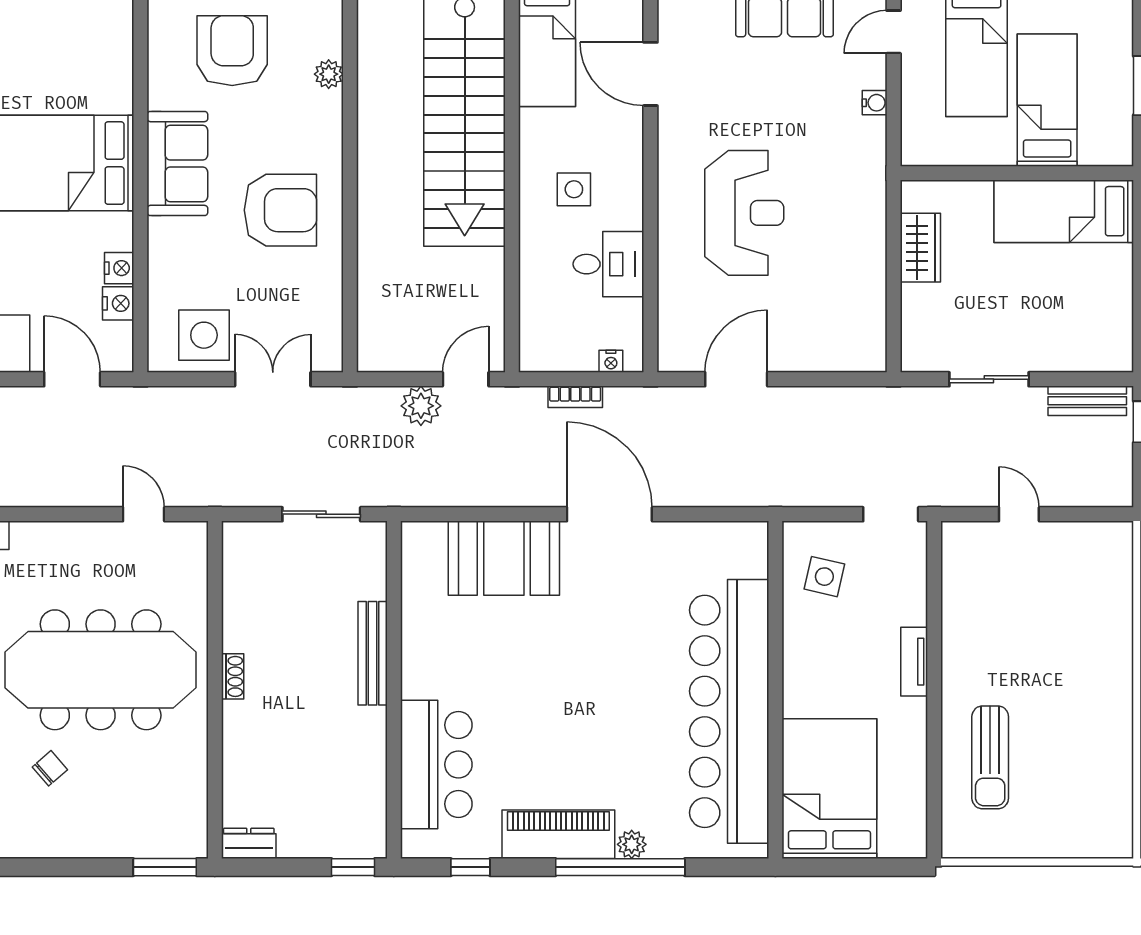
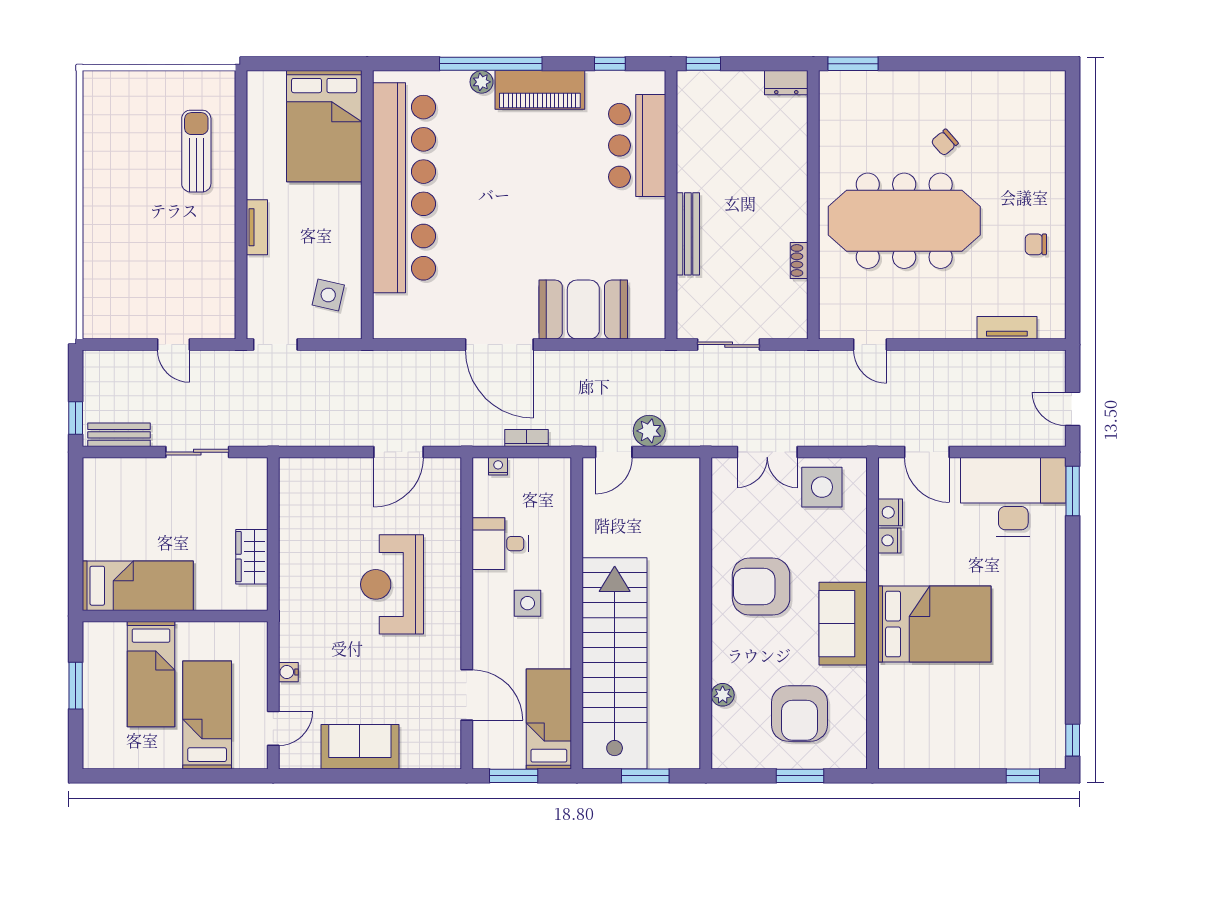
shoe rack: (233, 676) -> (799, 260), moved

